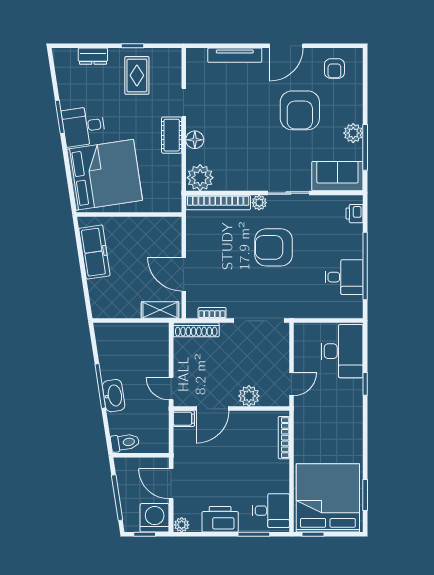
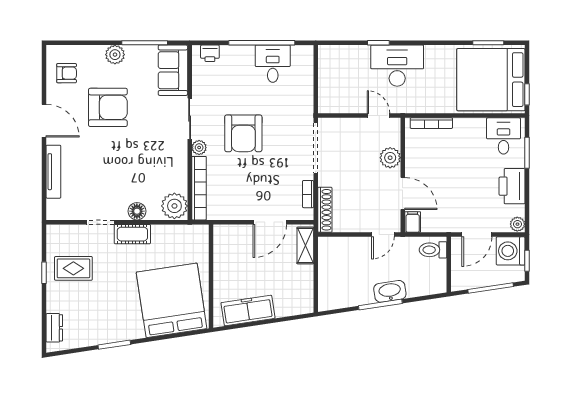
dresser: (93, 56) -> (54, 328), moved
desk: (84, 126) -> (124, 321), removed
plant: (353, 133) -> (115, 55), moved
desk: (342, 351) -> (397, 66), moved
toilet: (125, 442) -> (433, 250), moved, turned -81

